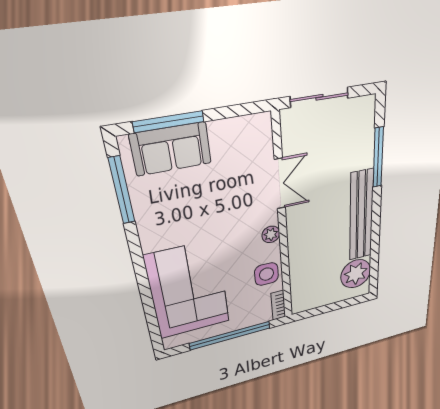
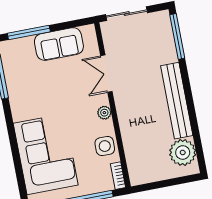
sofa: (171, 149) -> (59, 44), moved
window: (378, 158) -> (177, 36), moved
double door: (280, 184) -> (106, 74), swing flipped

